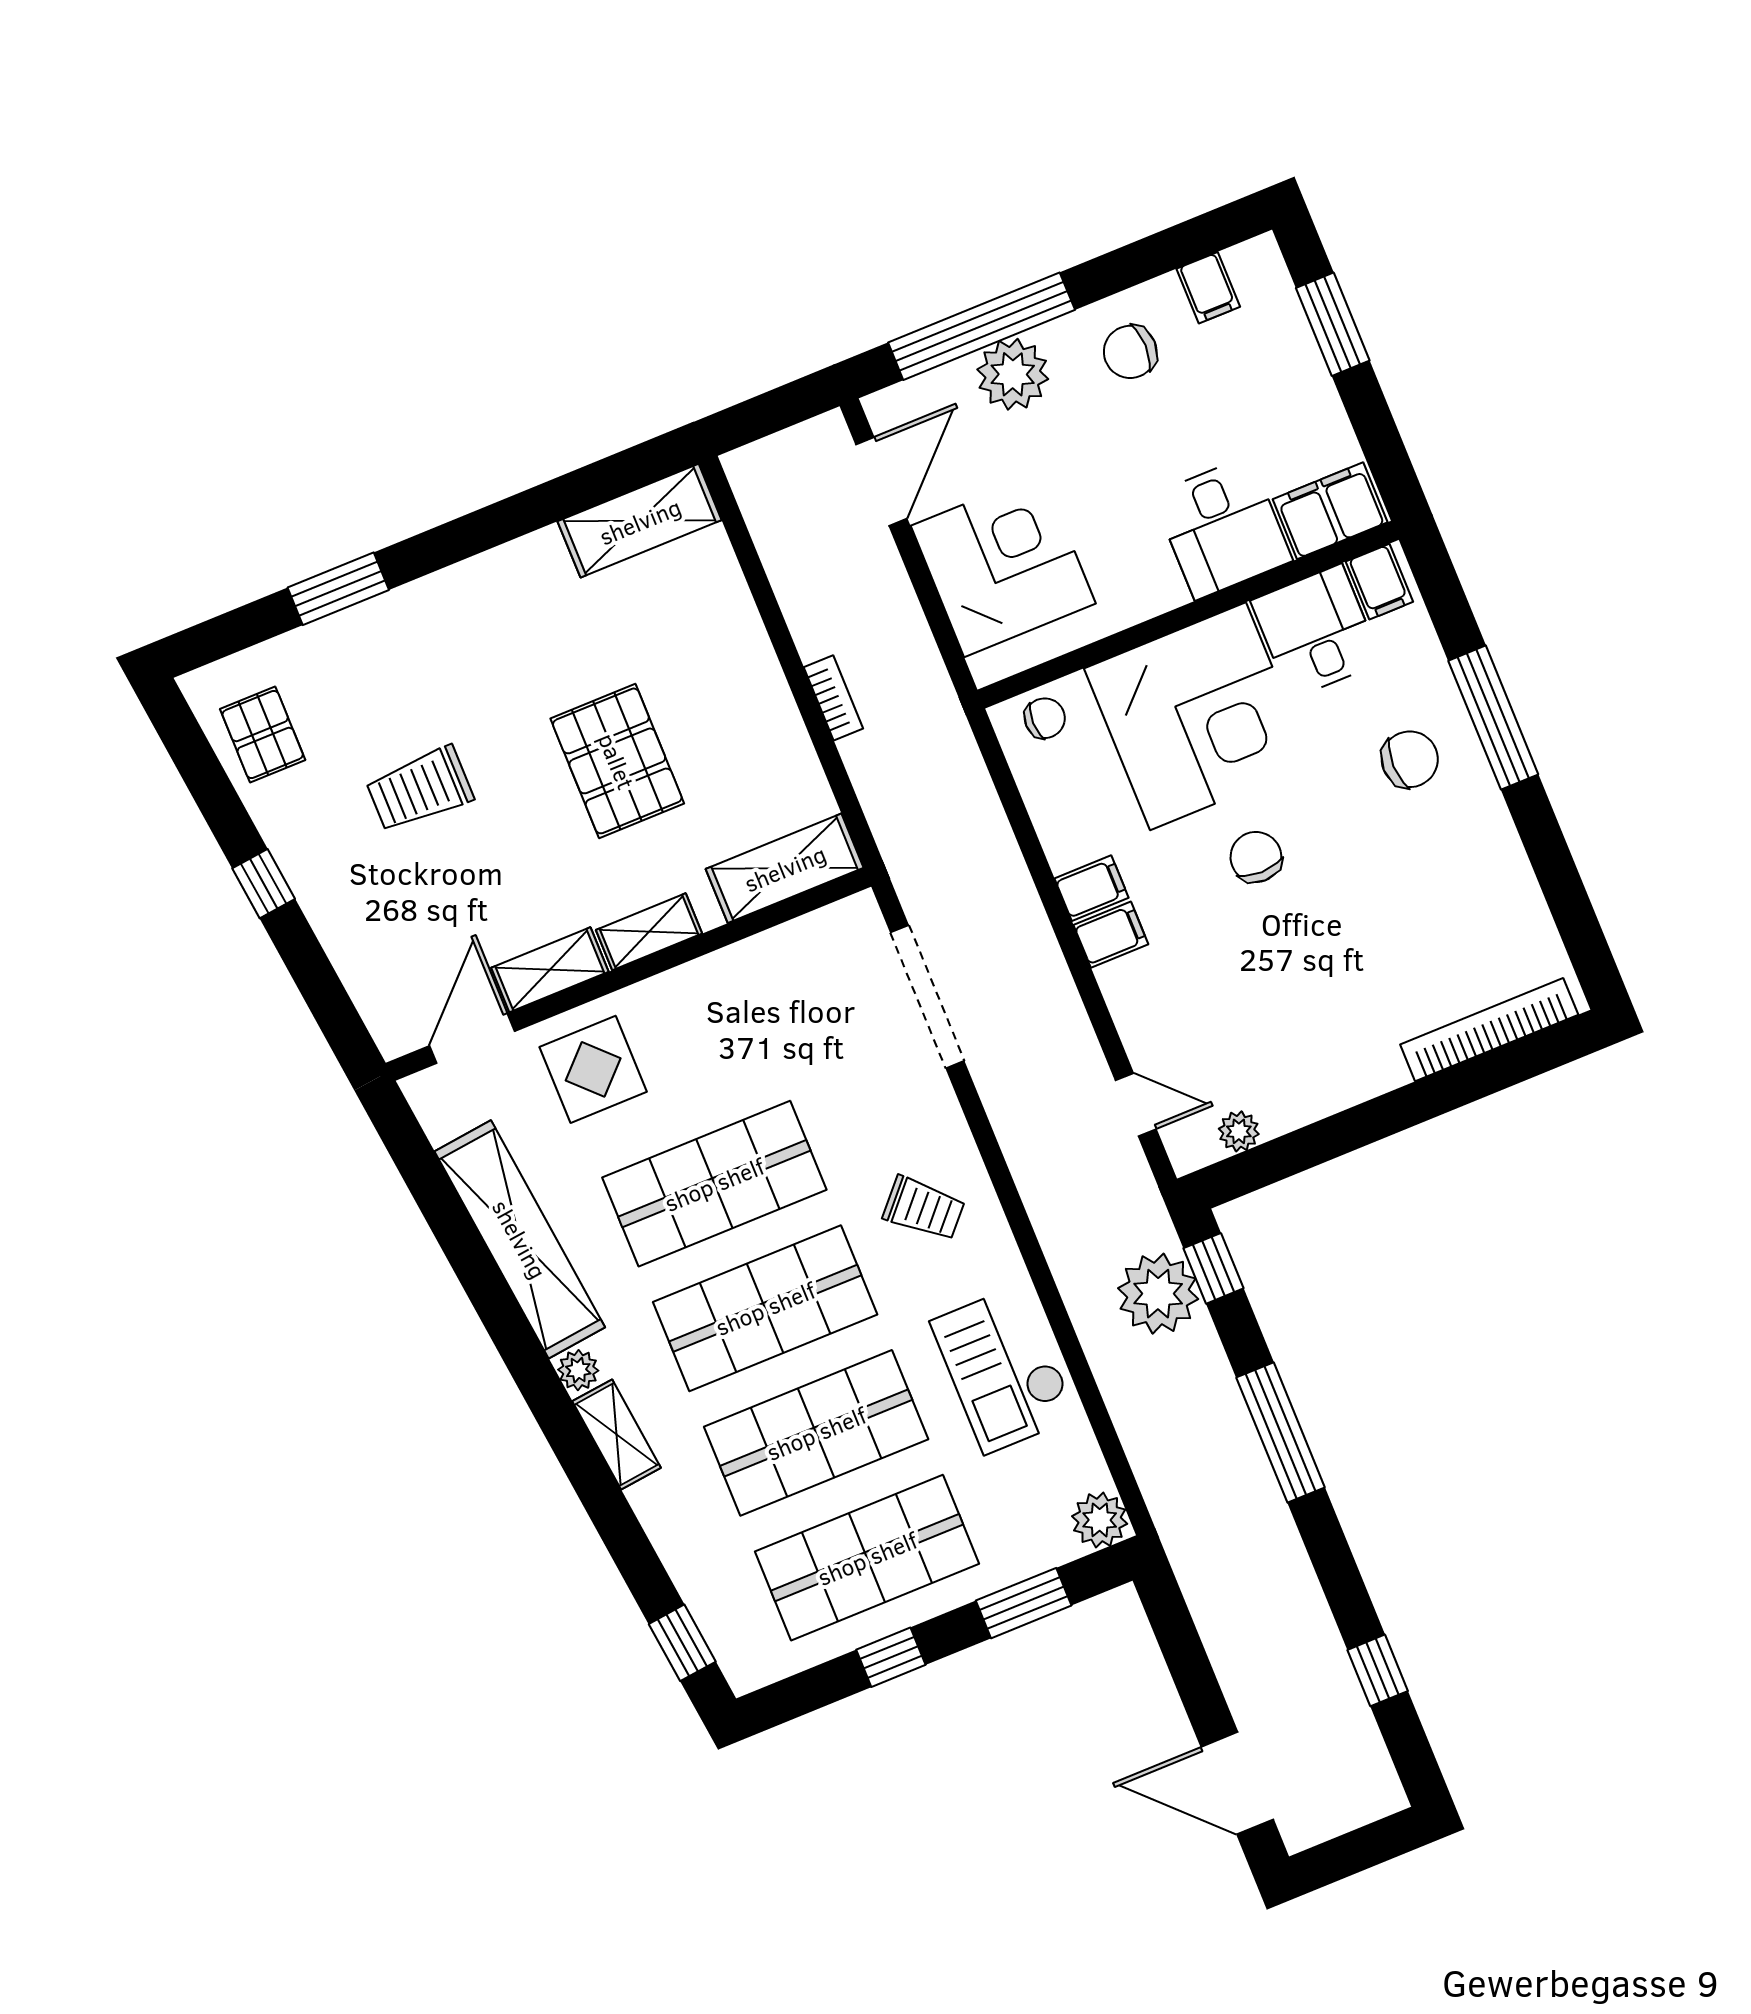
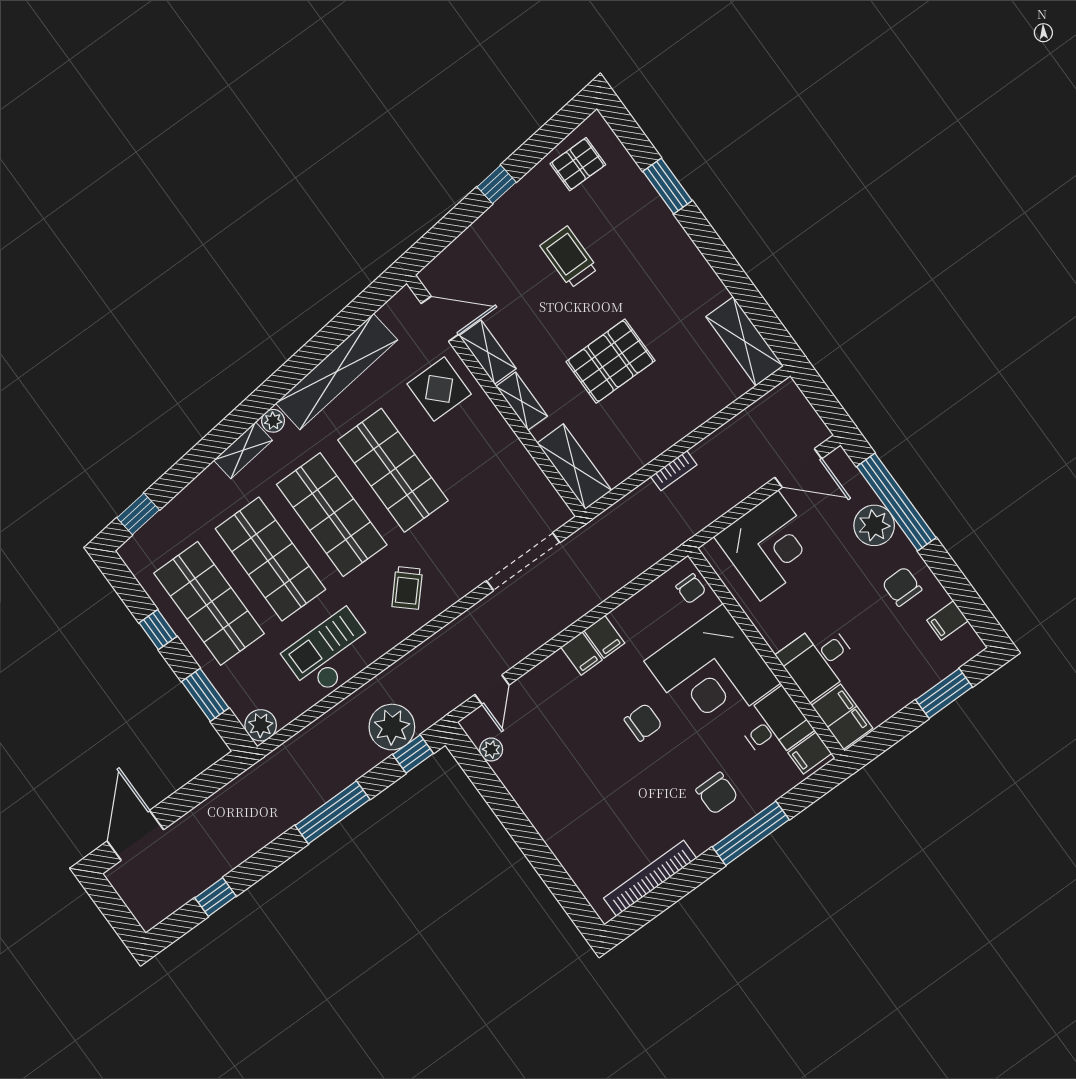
bookcase: (1489, 1030) -> (650, 878), moved, turned -90

